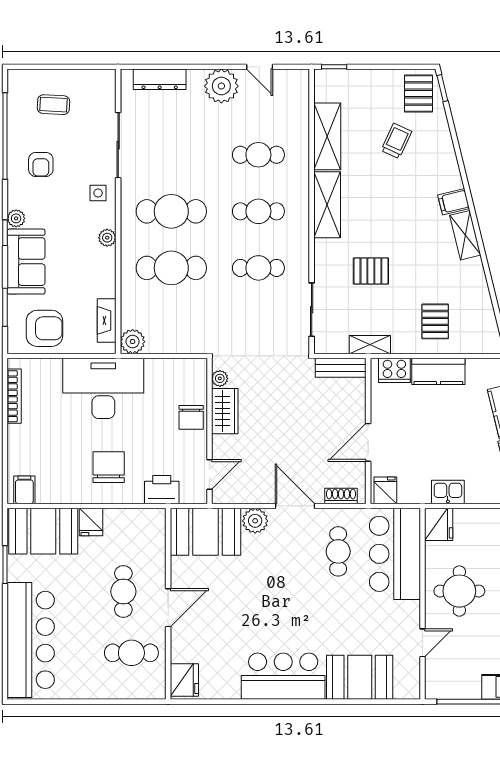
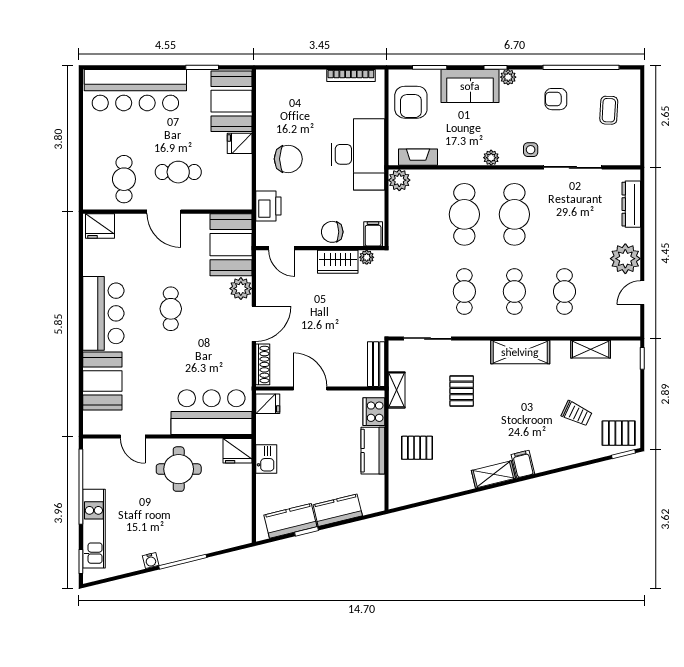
shelving: (327, 136) -> (591, 349), width x0.67, depth x0.75
filing cabinet: (24, 490) -> (373, 234), moved, turned -90
shoe rack: (341, 496) -> (263, 364), width x1.43
cafe table: (338, 551) -> (171, 309), moved, turned 90

